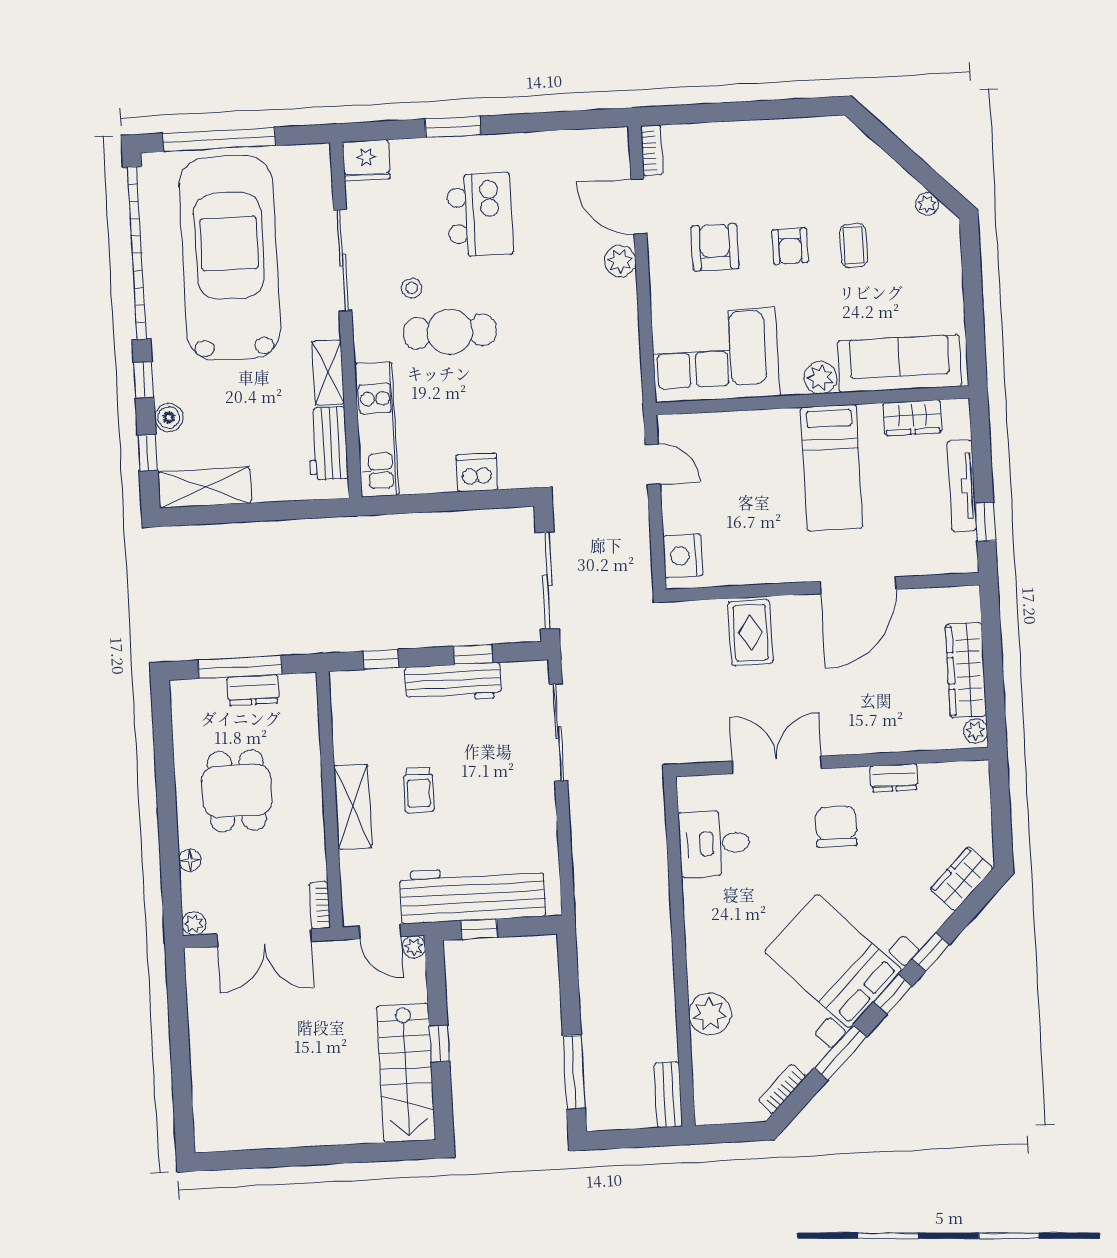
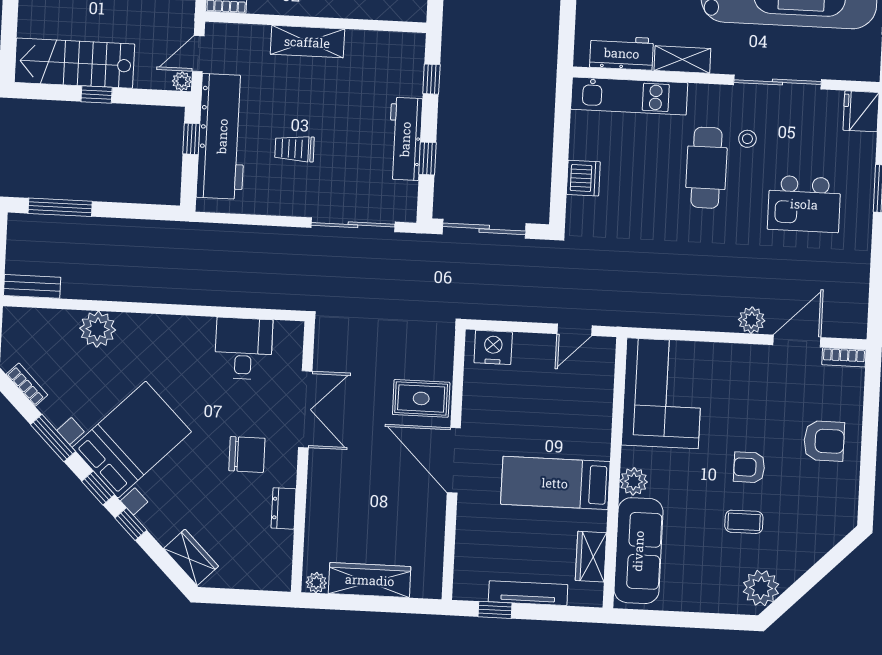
plant: (927, 204) -> (761, 588), width x1.87, depth x1.87
armchair: (715, 247) -> (824, 441), moved
door: (858, 585) -> (454, 460), moved
trolley: (419, 790) -> (295, 149), moved

